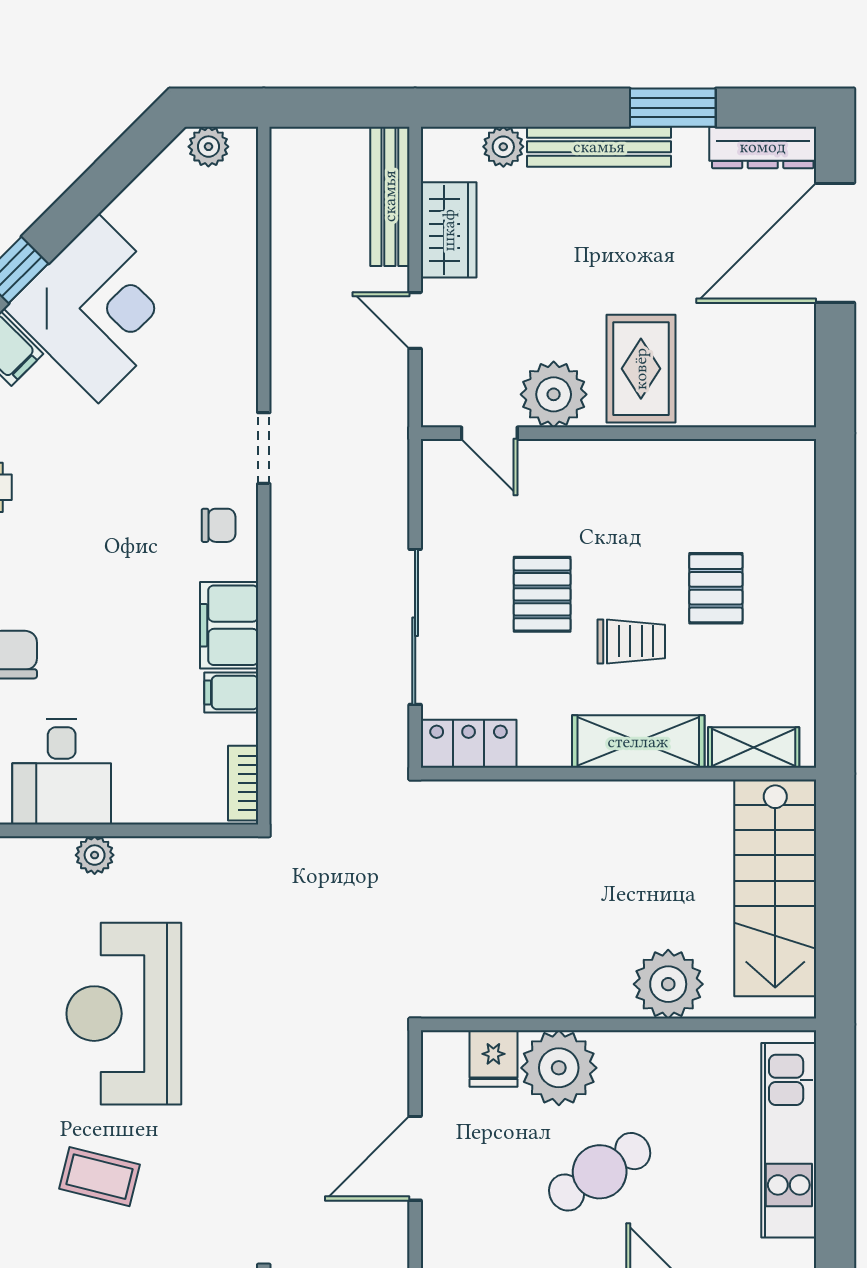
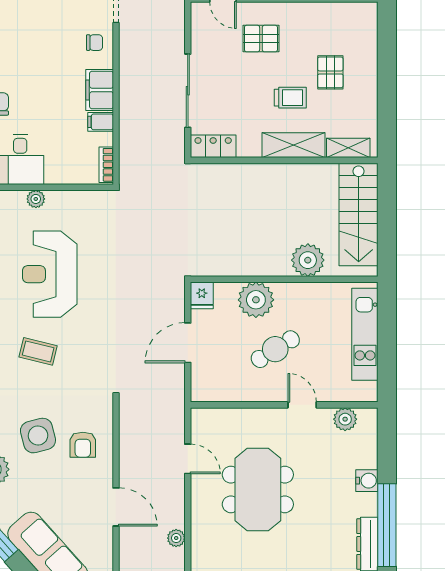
pallet: (542, 594) -> (261, 39), moved, turned 90
fridge: (493, 1058) -> (202, 295), moved

